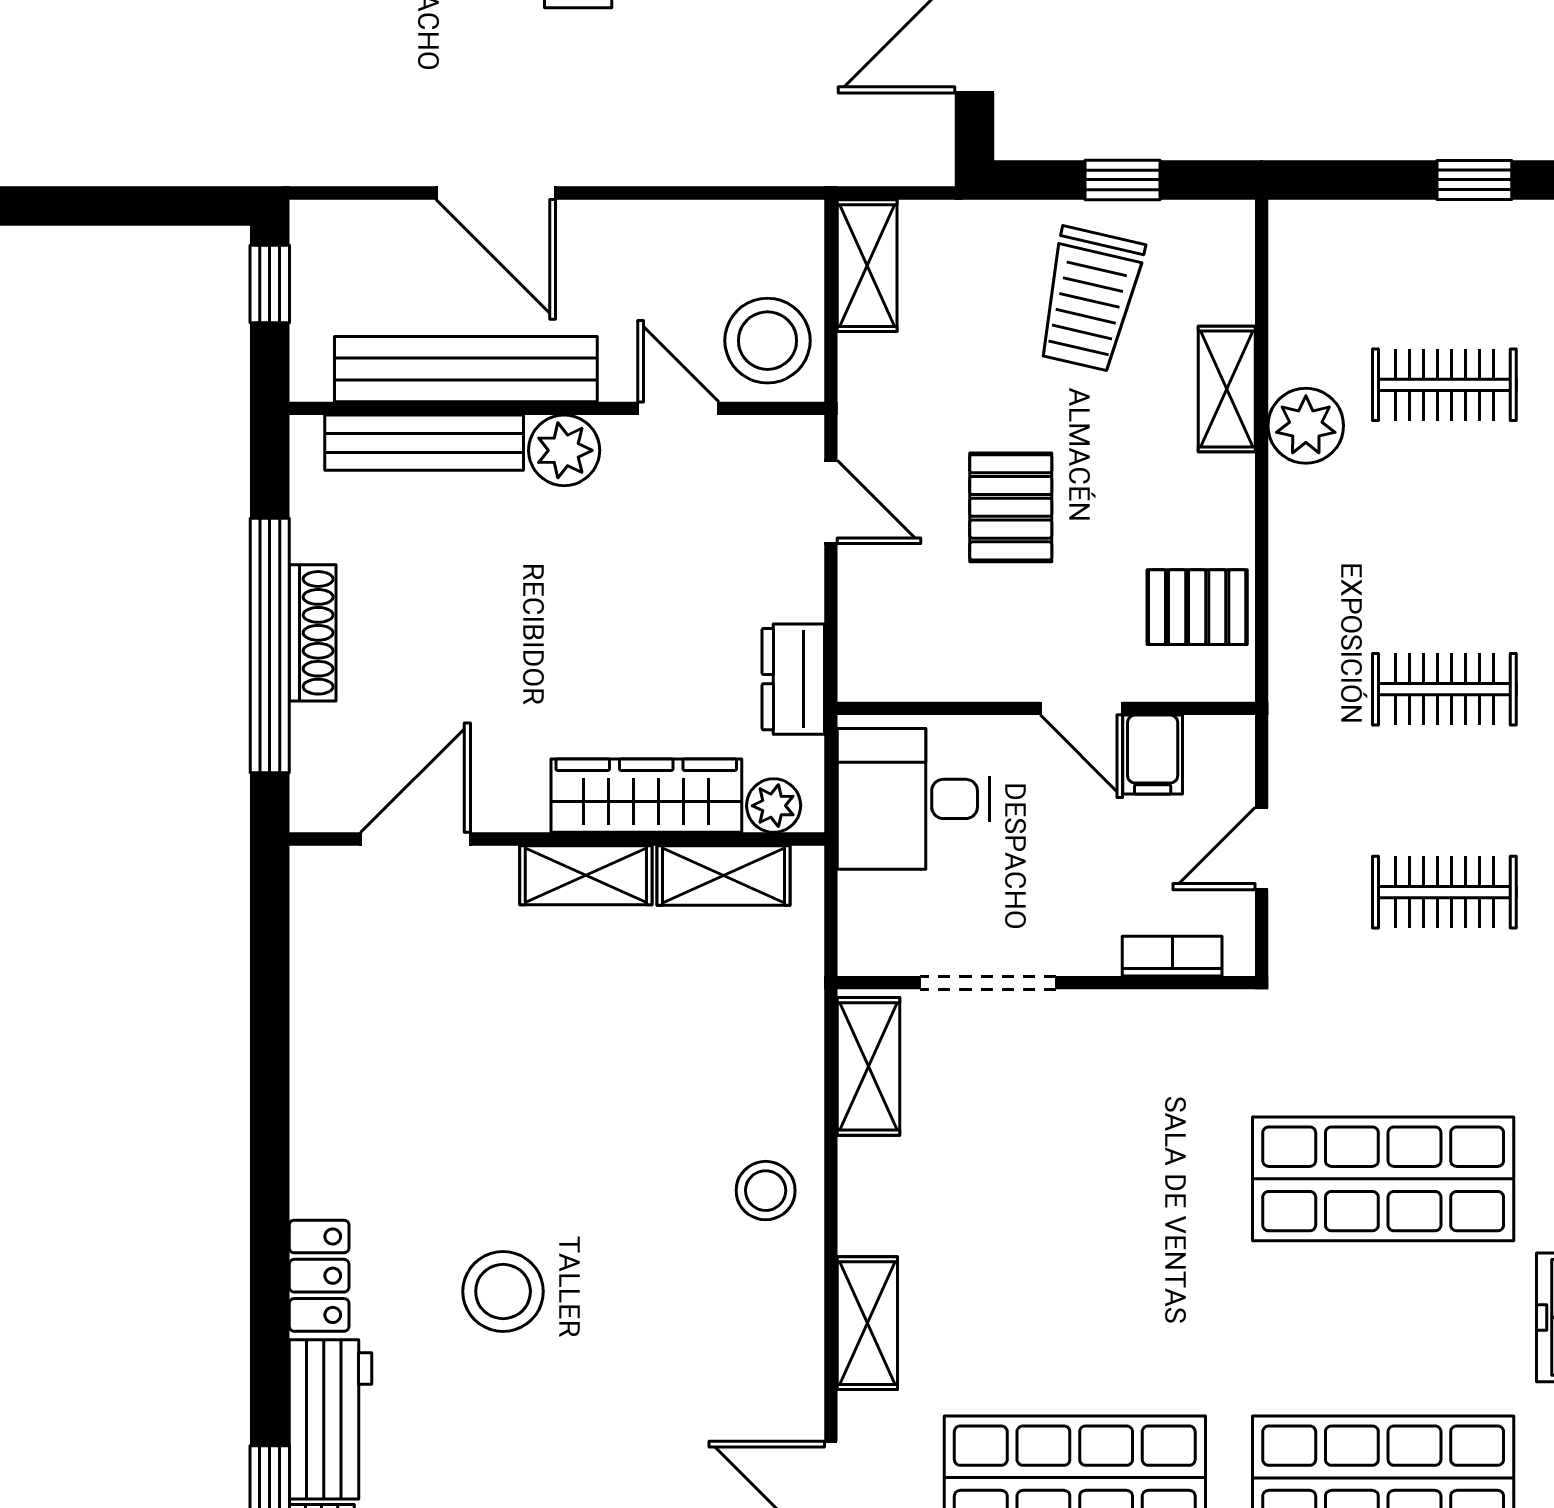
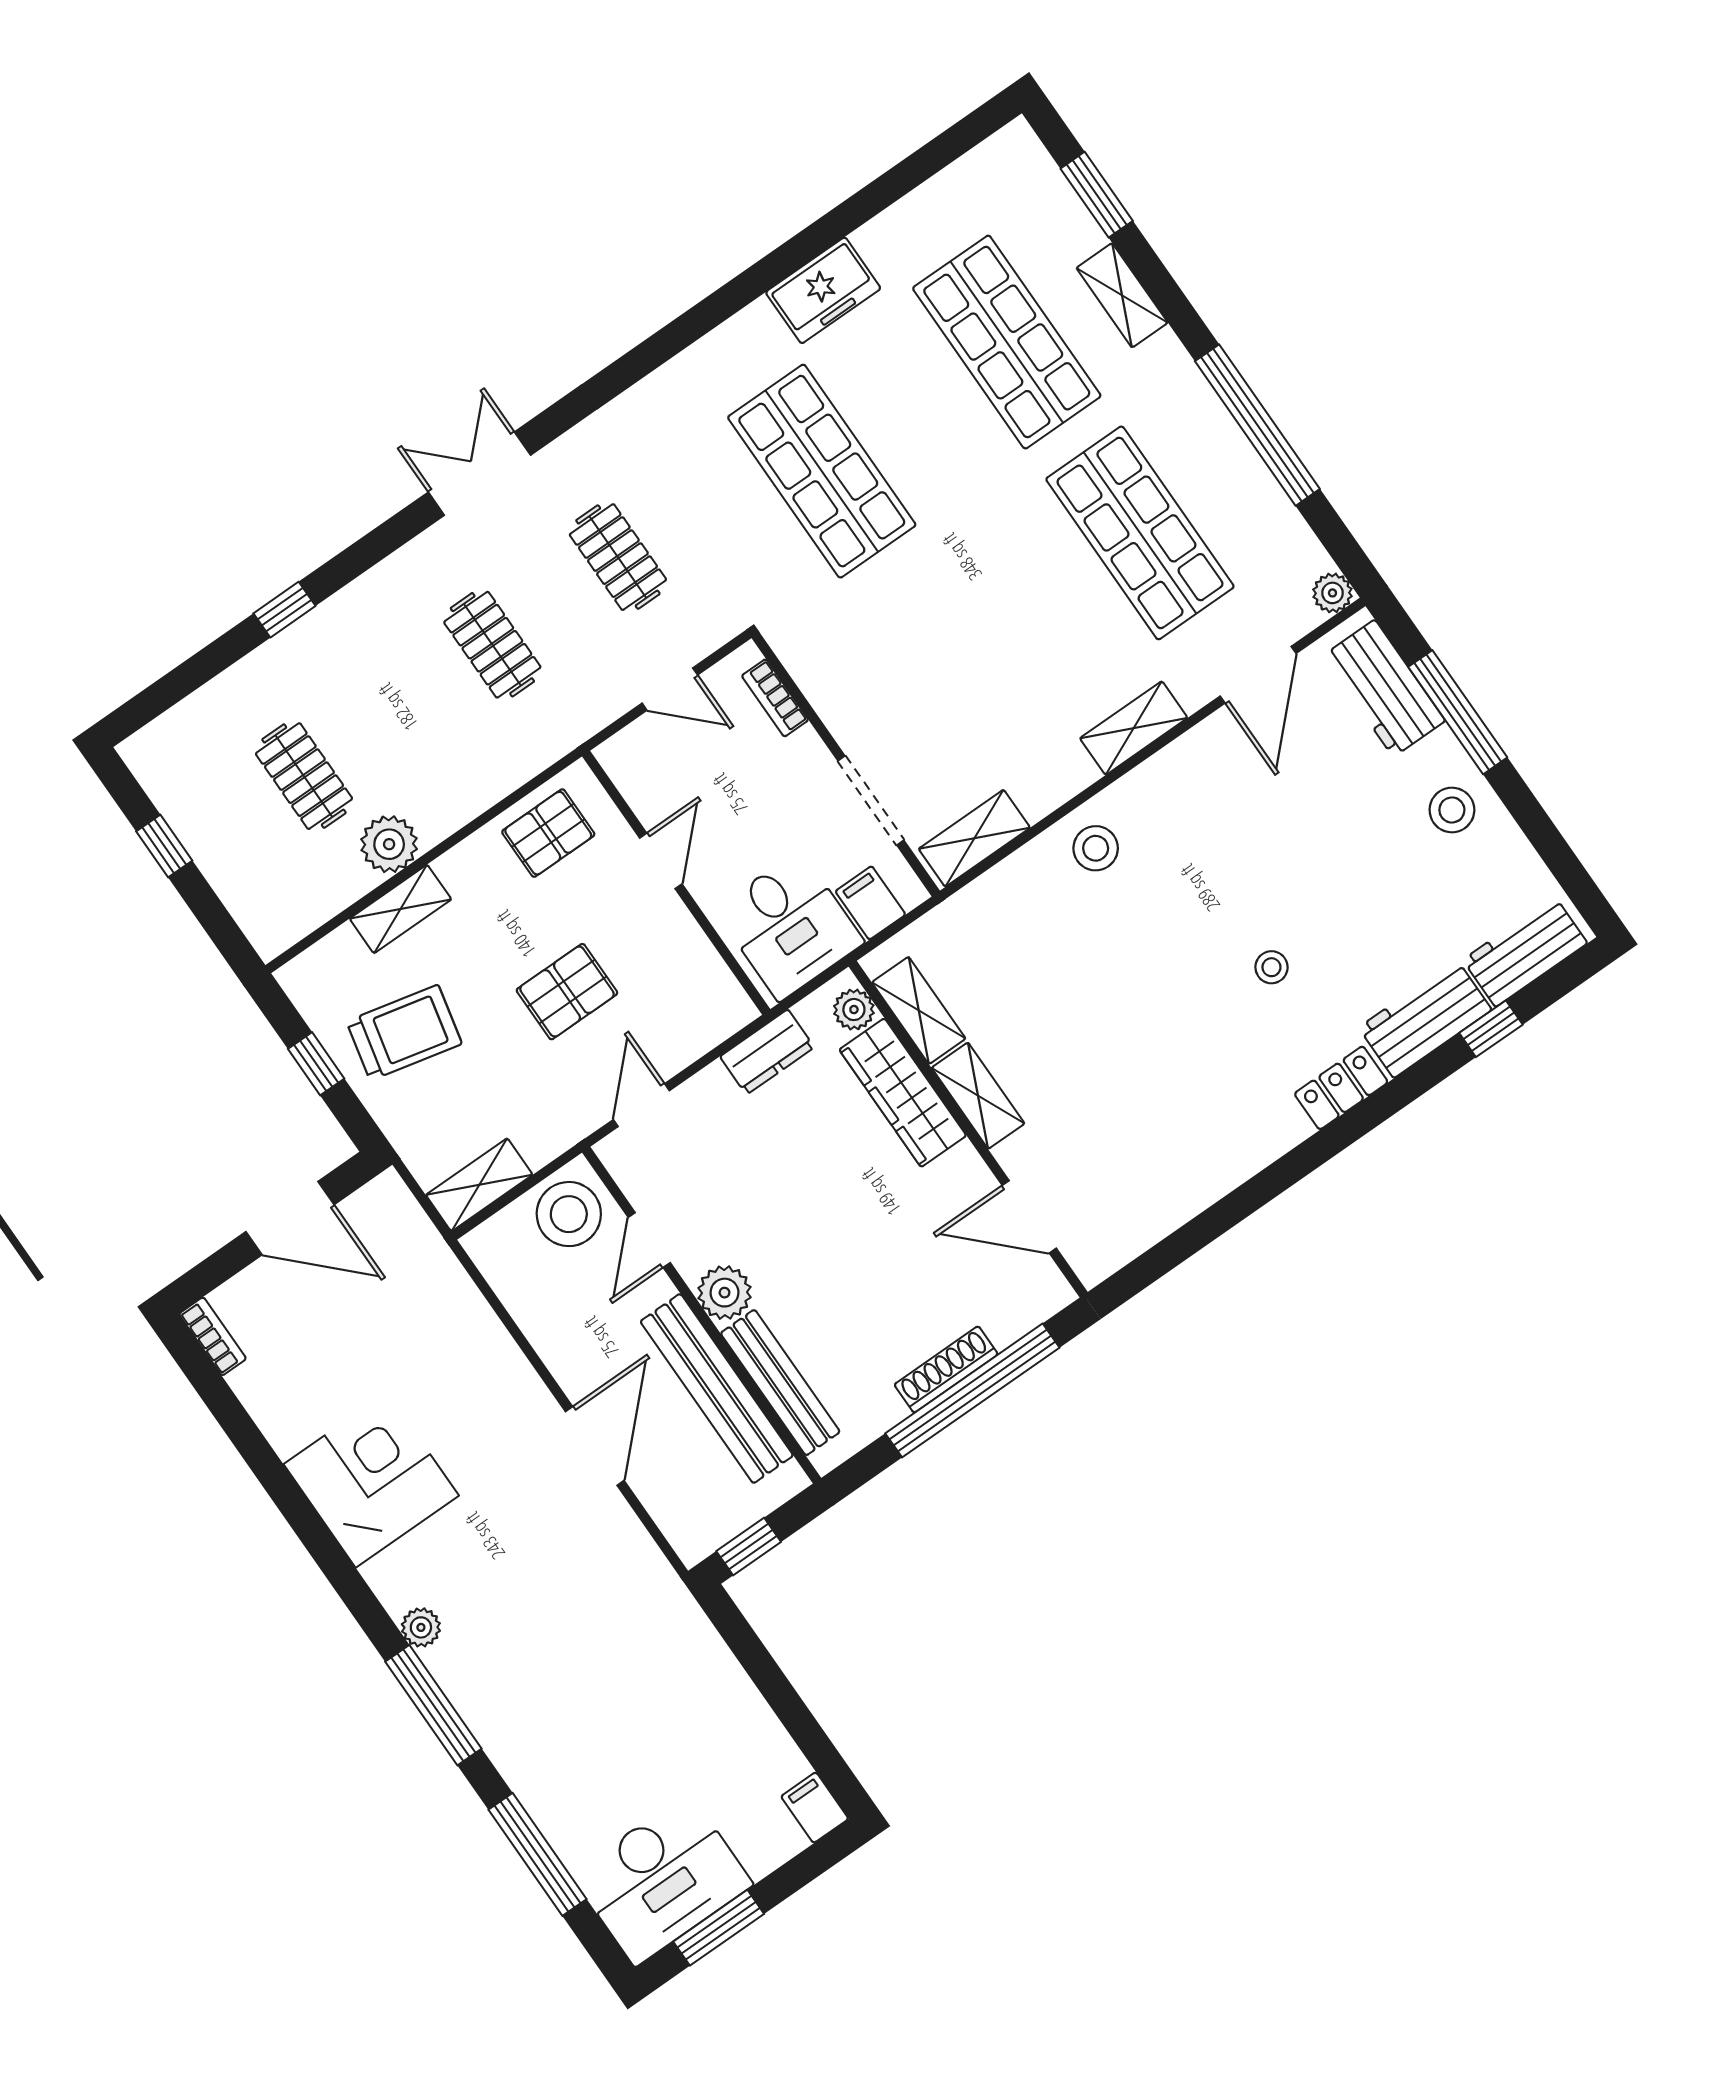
pallet: (1197, 607) -> (548, 833), turned 90
filing cabinet: (1153, 755) -> (870, 903), moved, turned -90
stool: (503, 1291) -> (1271, 967), width x0.53, depth x0.53

